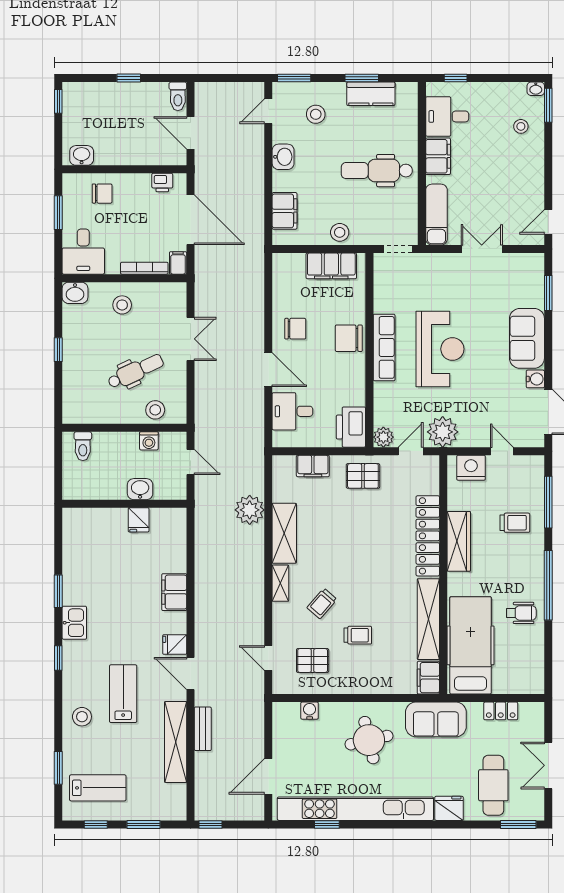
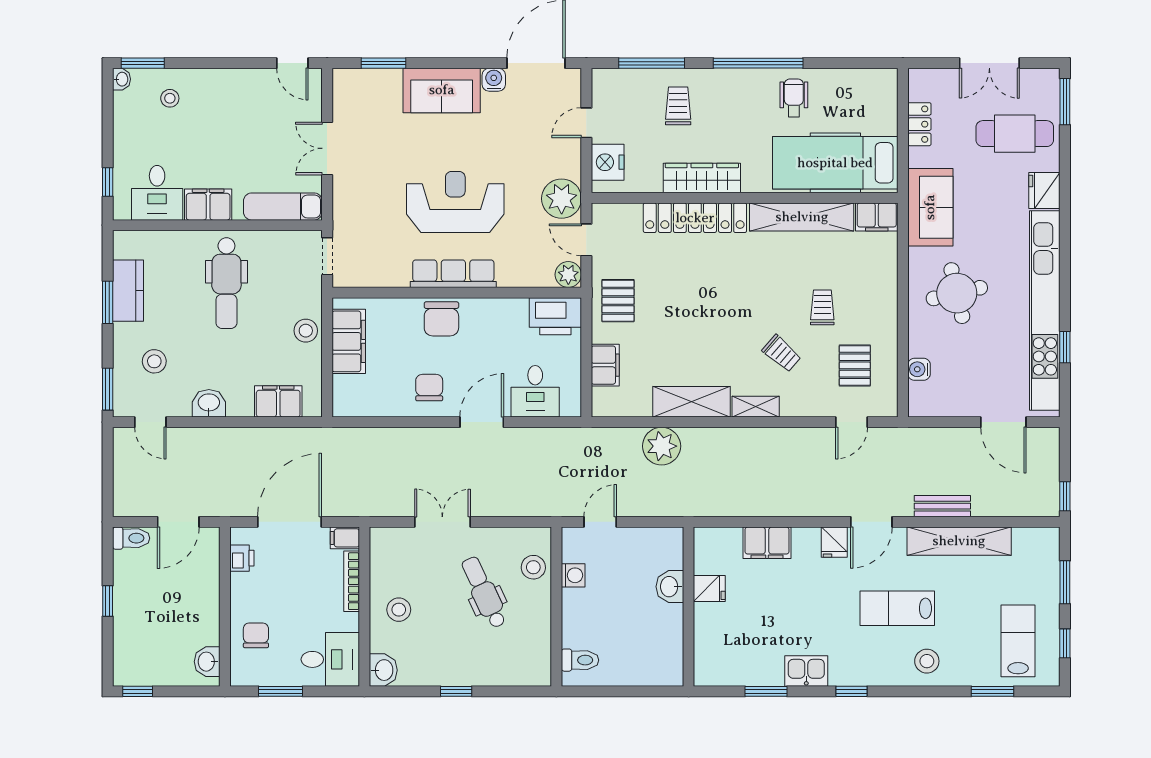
washbasin: (140, 489) -> (670, 587), moved
wall: (124, 504) -> (689, 607), moved
fridge: (139, 520) -> (709, 589), moved

